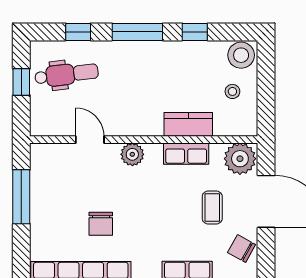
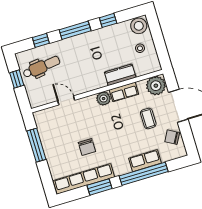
plant: (132, 154) -> (104, 99), moved

